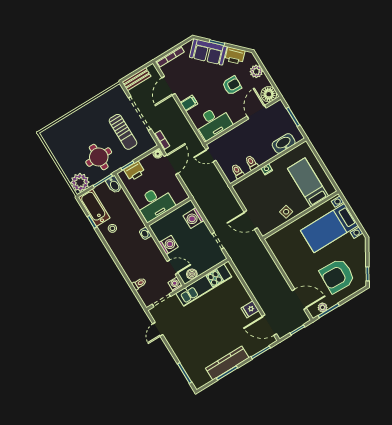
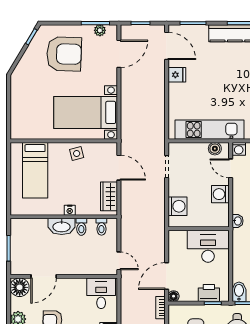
desk: (213, 123) -> (101, 293), width x0.73
washbasin: (284, 143) -> (62, 226), moved
wardrobe: (245, 196) -> (109, 196), added
bed with nightstands: (329, 228) -> (86, 112), moved, turned 180
door: (299, 299) -> (119, 54), swing flipped

